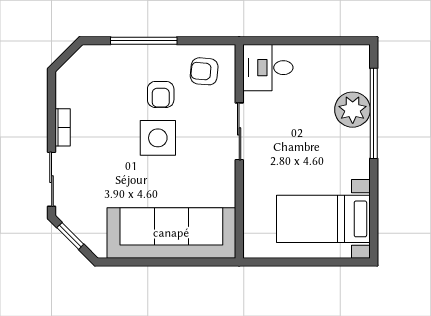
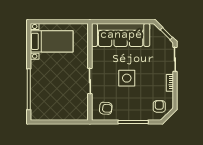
desk: (268, 68) -> (77, 110), removed
armchair: (161, 94) -> (159, 106), moved
plant: (353, 110) -> (38, 91), removed

